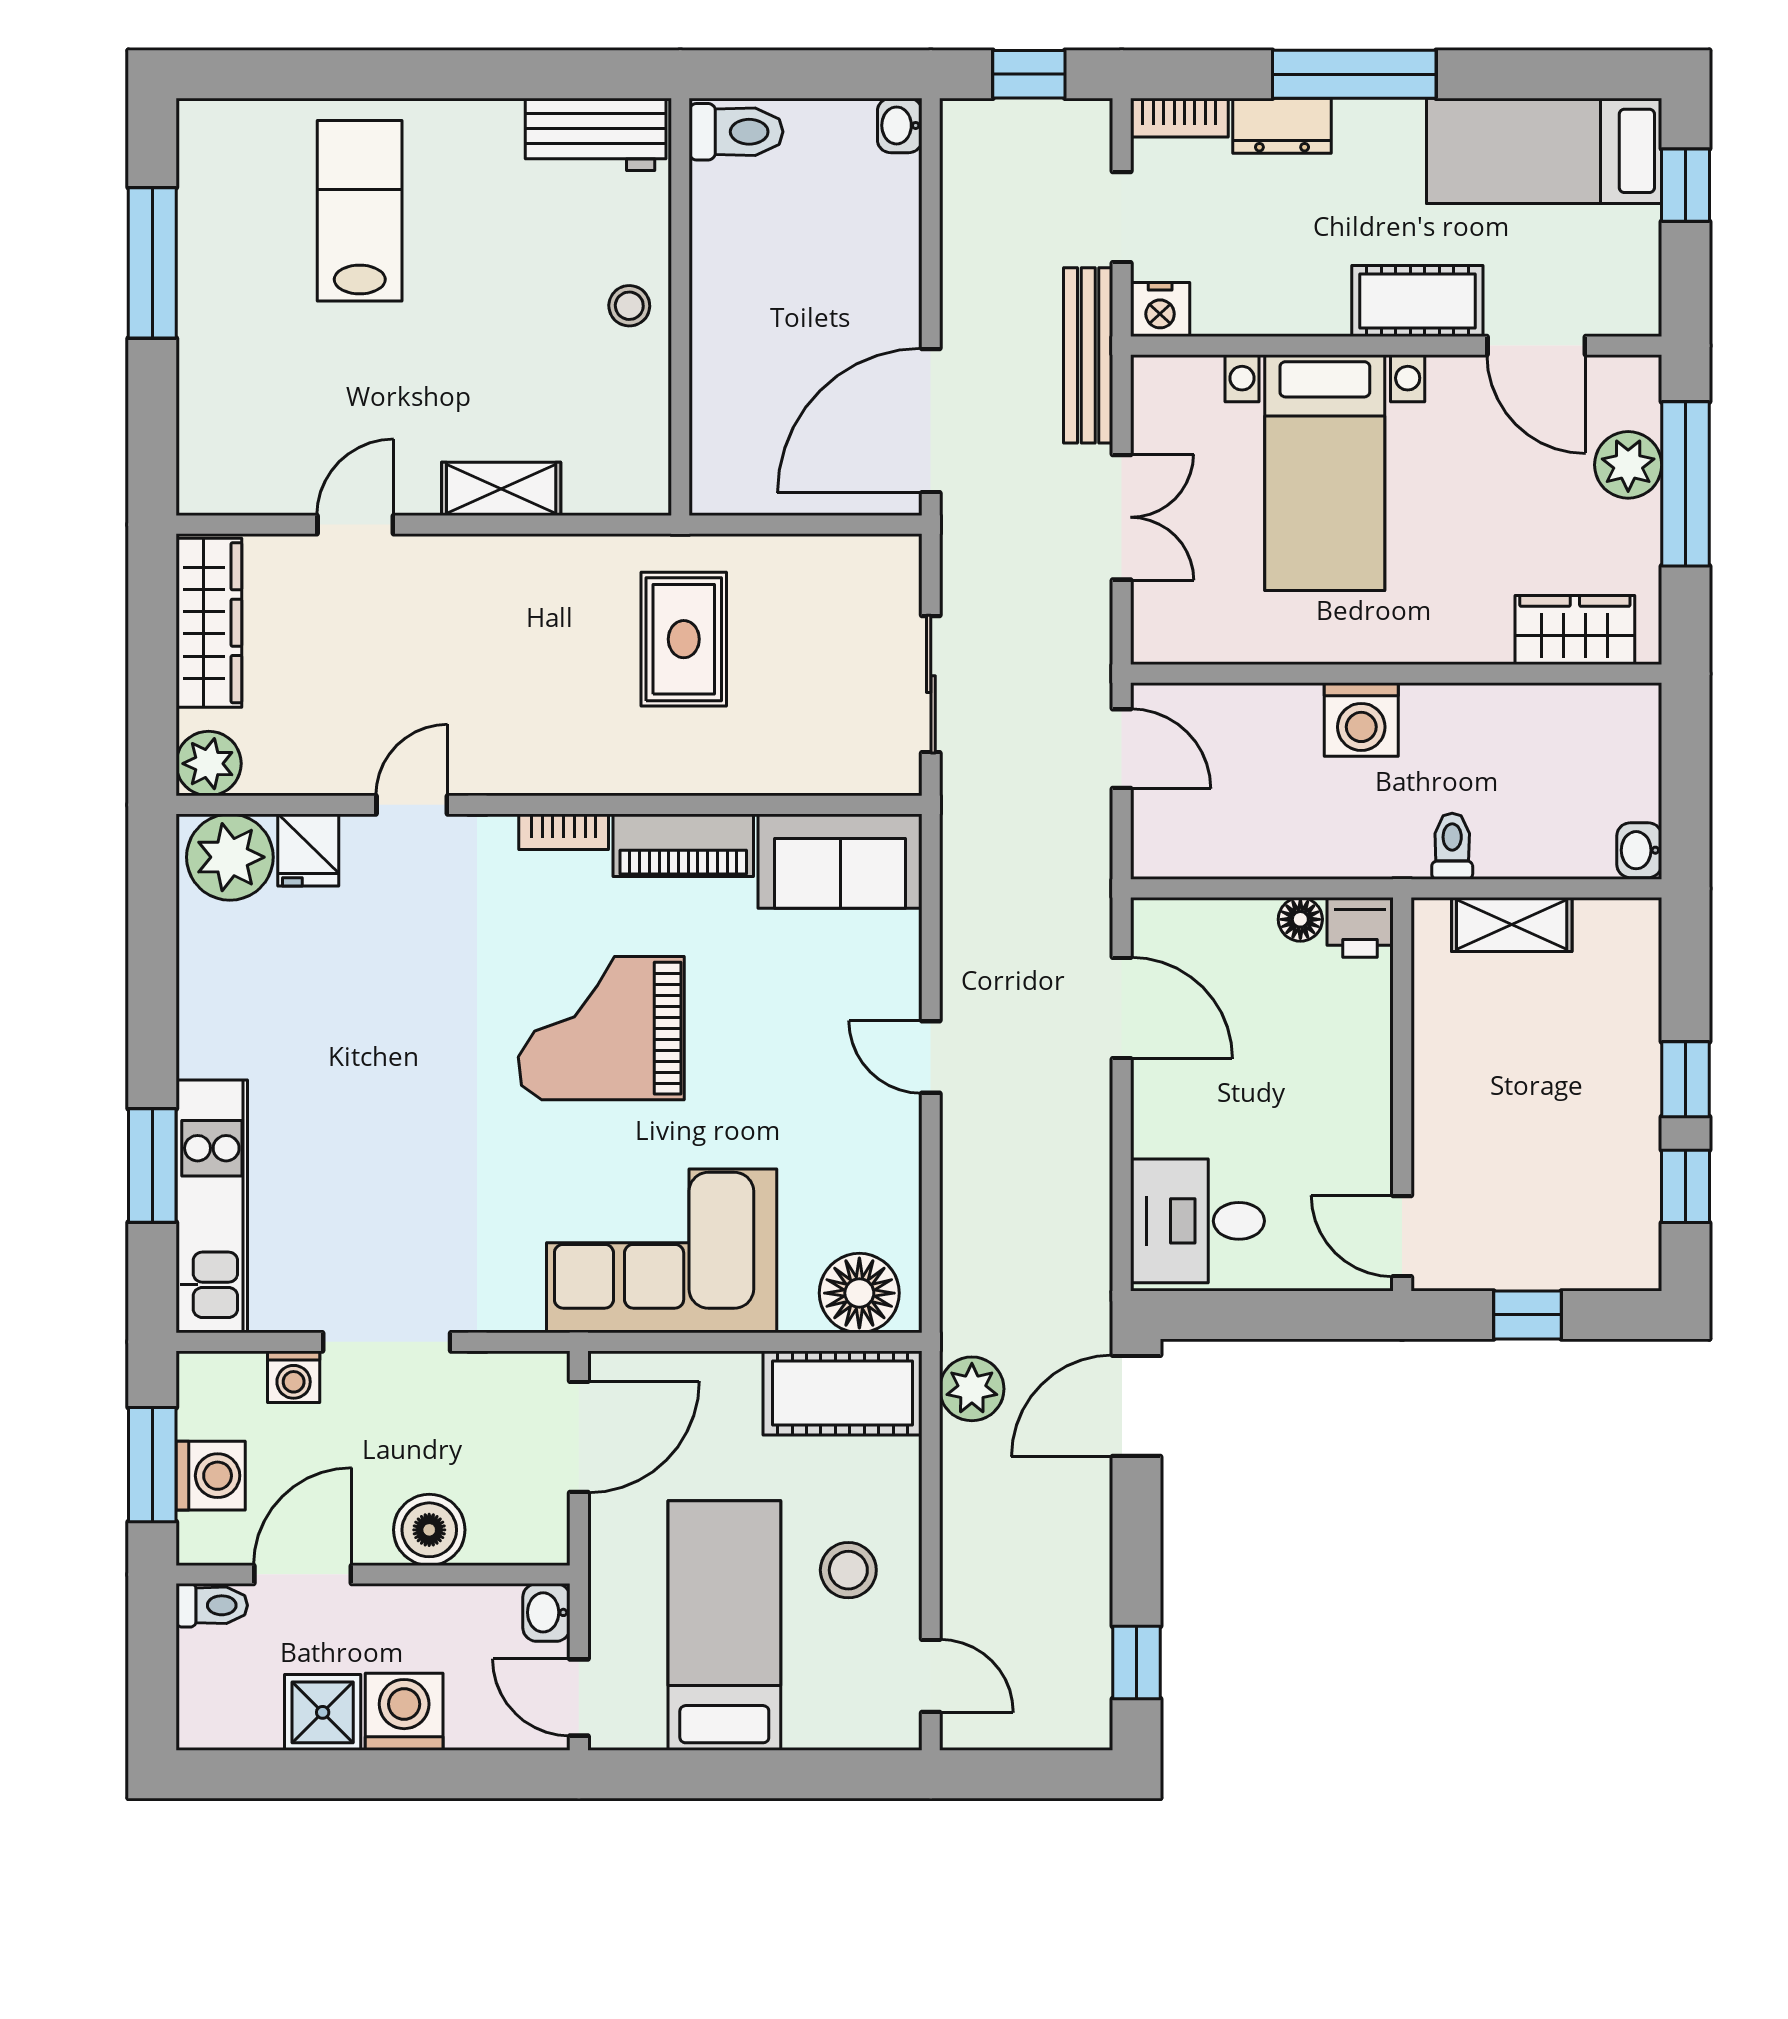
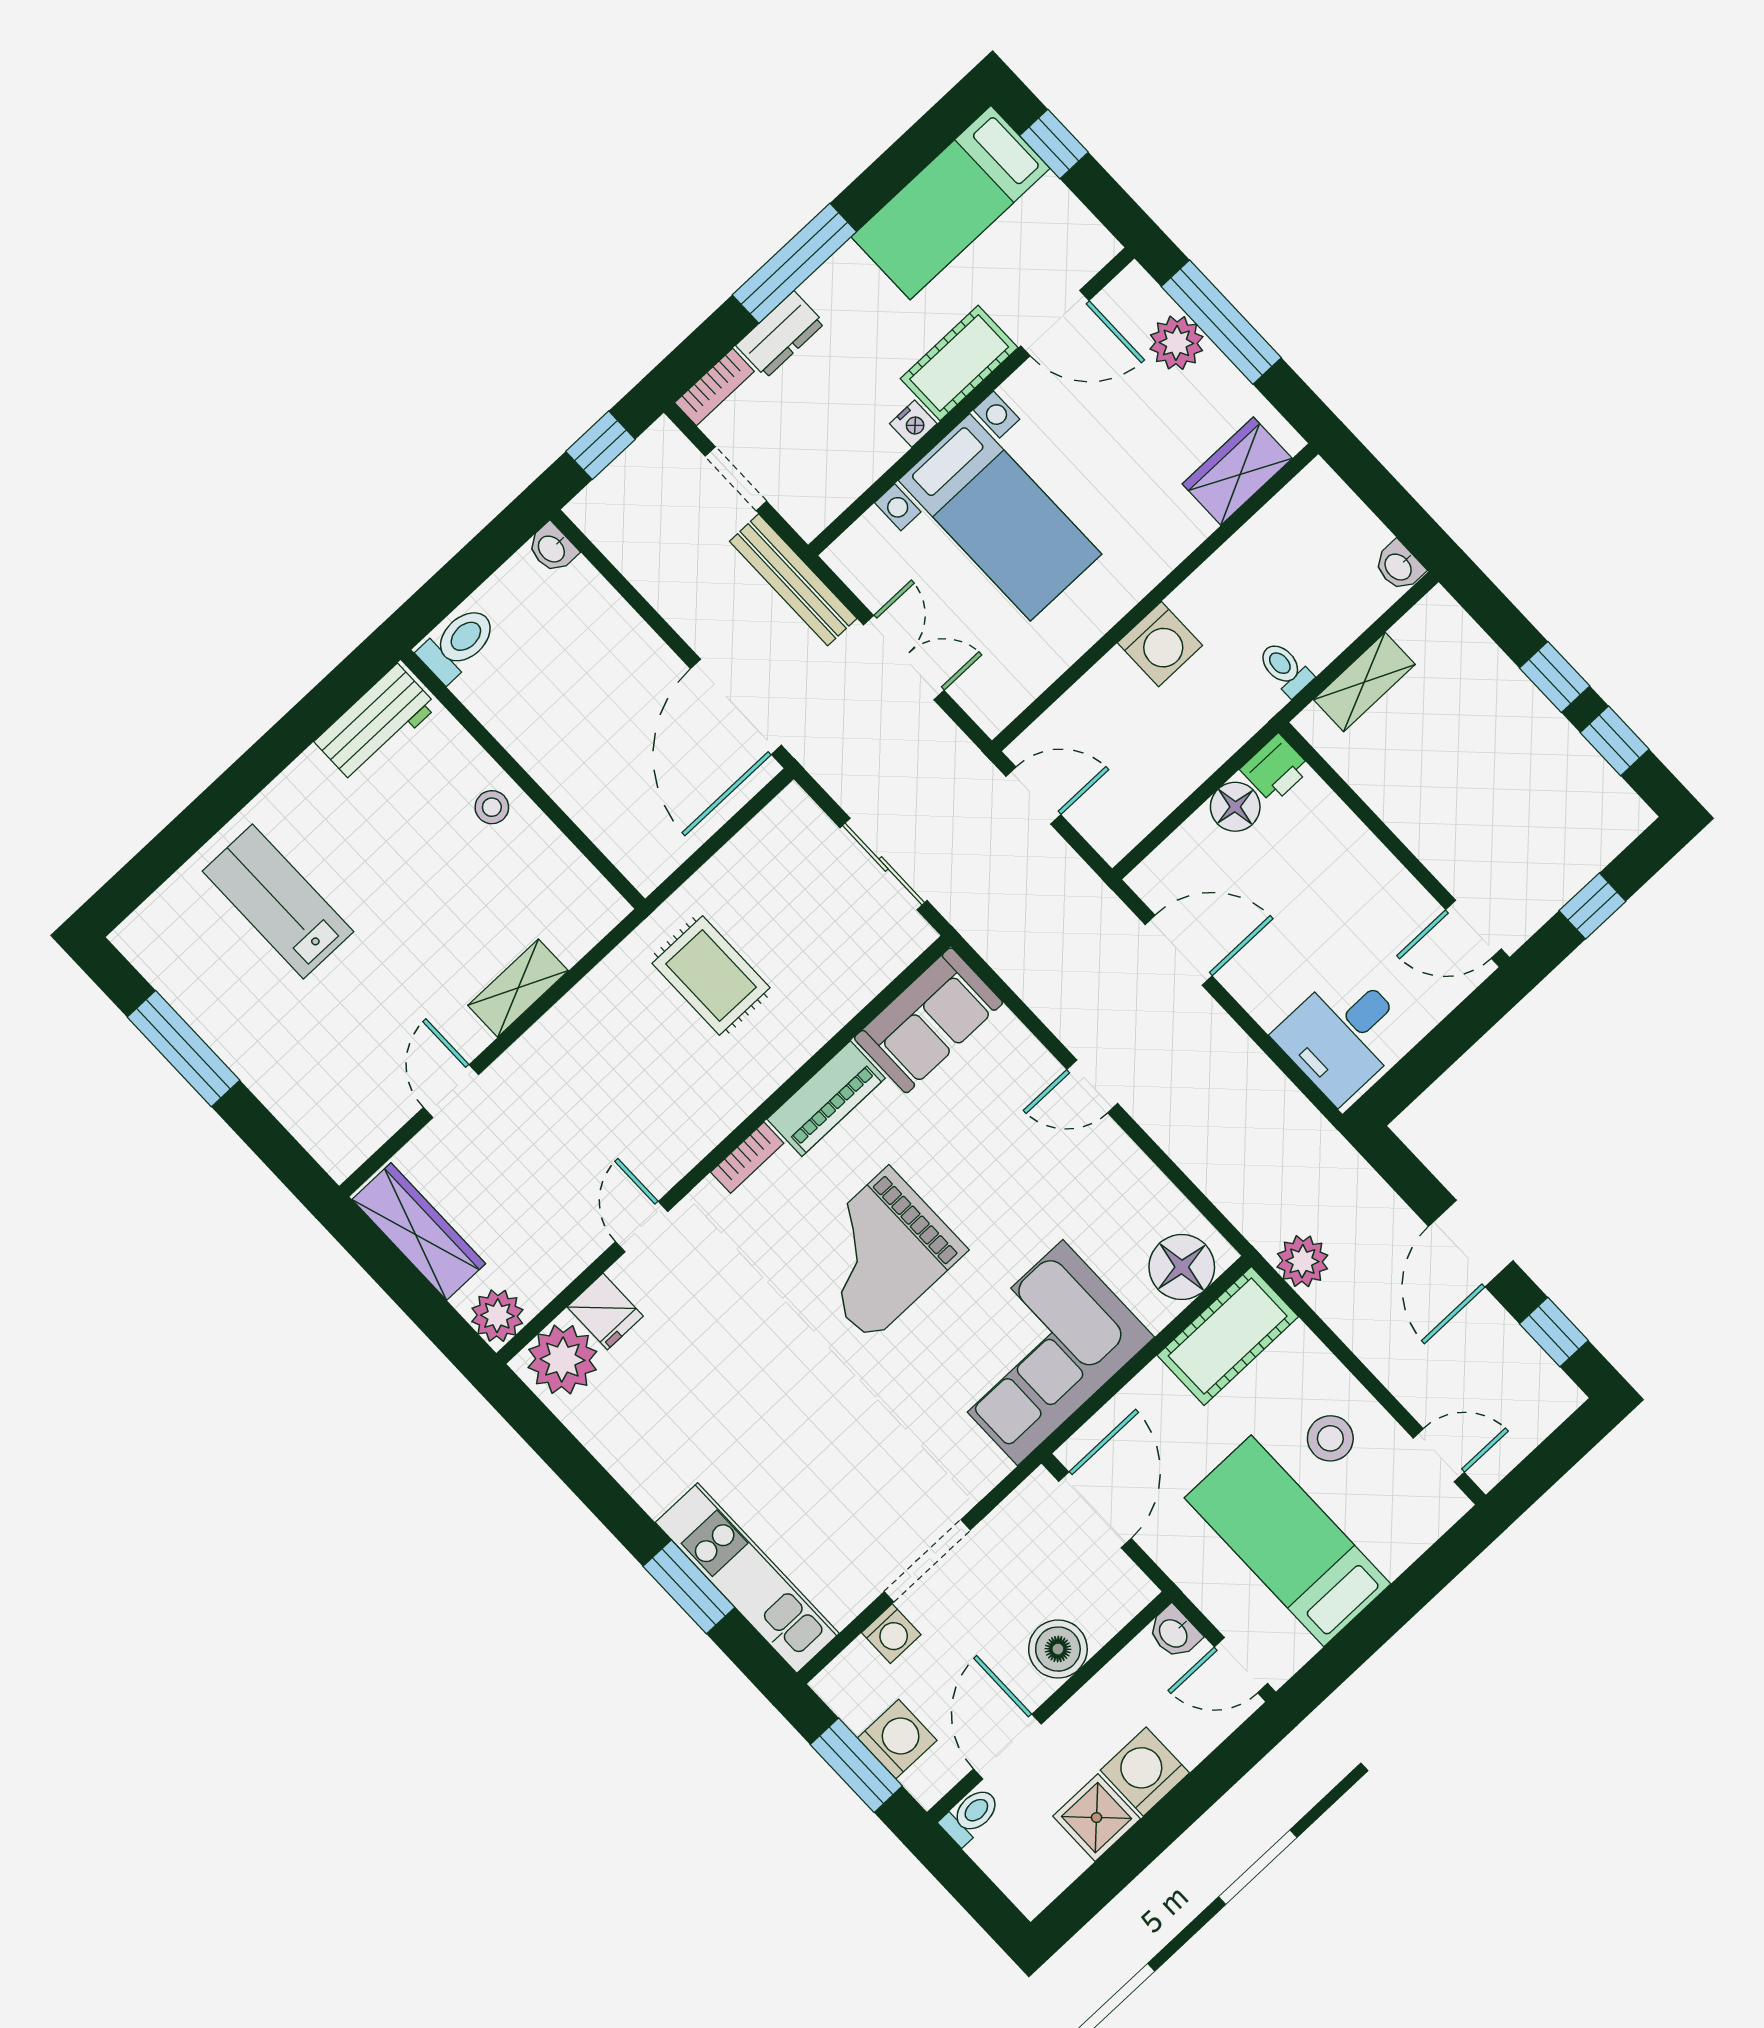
nightstand: (1160, 310) -> (913, 424), moved, width x0.72, depth x0.74
floor lamp: (1300, 919) -> (1235, 807), width x1.37, depth x1.37
door: (1137, 1406) -> (1471, 1243), moved

